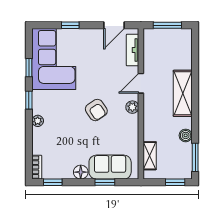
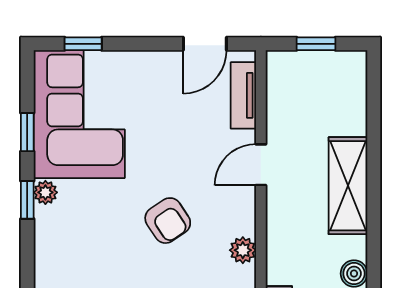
window: (70, 25) -> (83, 44), moved
window: (167, 25) -> (316, 44), width x0.67
plant: (132, 107) -> (243, 250), moved
plant: (38, 121) -> (45, 192), moved

